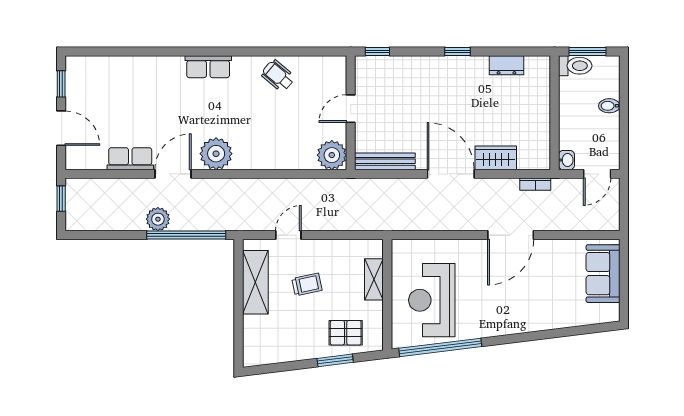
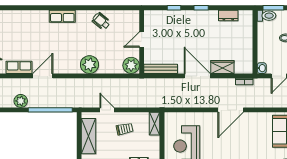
window: (377, 52) -> (174, 8), moved
plant: (216, 154) -> (89, 65), moved
plant: (158, 219) -> (21, 101), moved
door: (288, 235) -> (107, 110), hinge flipped
shelving: (374, 279) -> (155, 124), moved
trolley: (307, 284) -> (125, 129), moved

